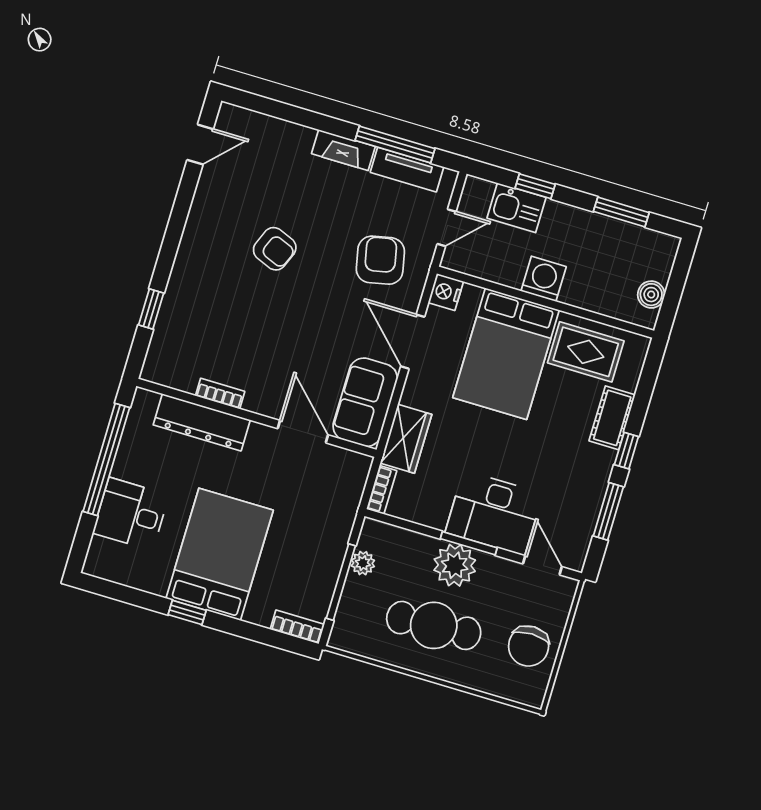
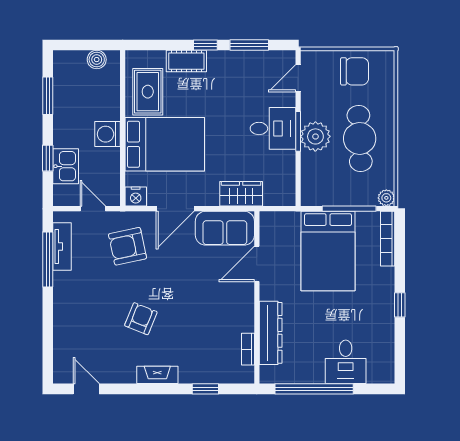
fireplace: (343, 150) -> (157, 375), moved, turned -90
bookcase: (220, 394) -> (248, 349), moved
bookcase: (382, 490) -> (280, 200), removed
desk: (494, 513) -> (273, 128), width x0.73
bed: (220, 554) -> (328, 251), moved, turned -90
plant: (363, 563) -> (386, 198), moved
bookcase: (297, 627) -> (388, 239), width x1.56

